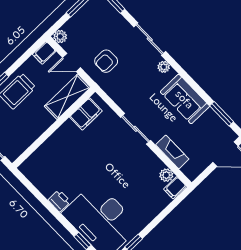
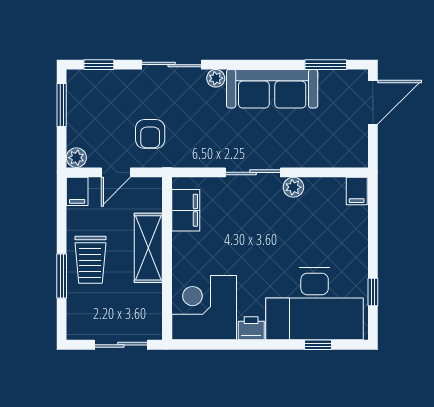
shelving: (68, 97) -> (148, 248), moved
sofa: (185, 99) -> (272, 89), width x1.36
fireplace: (172, 152) -> (316, 157), removed
corner desk: (47, 168) -> (204, 308), added
plant: (166, 175) -> (293, 187), moved

